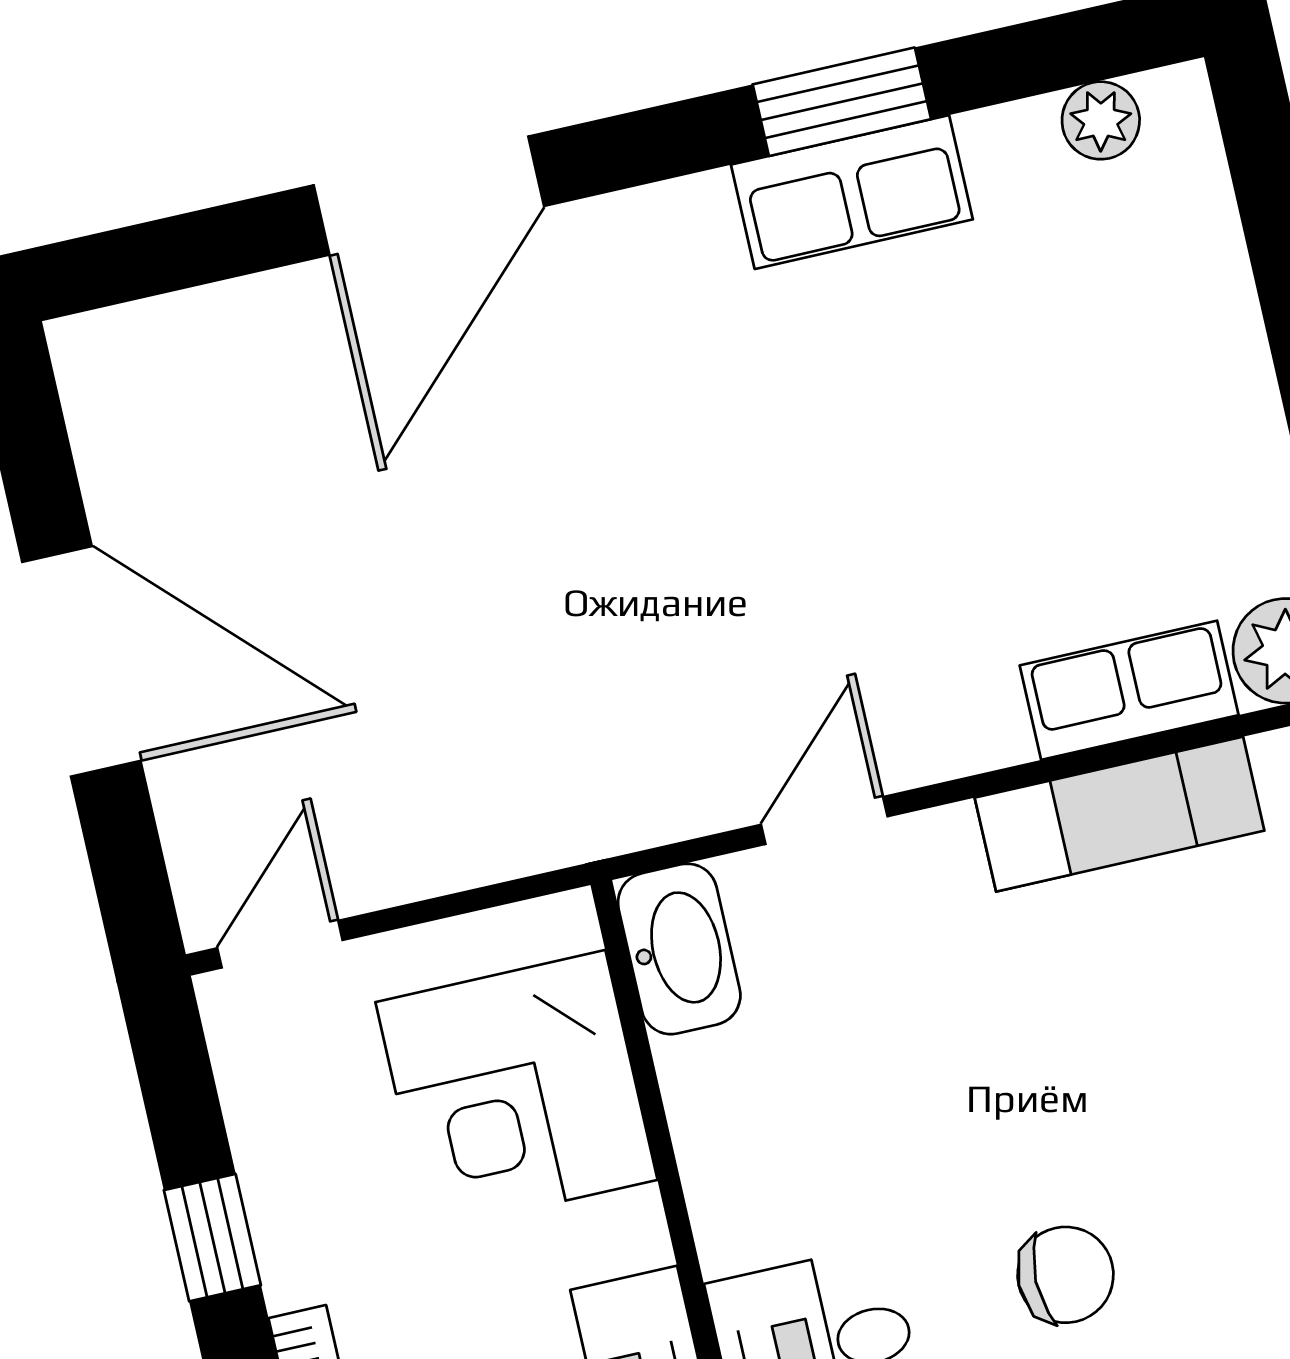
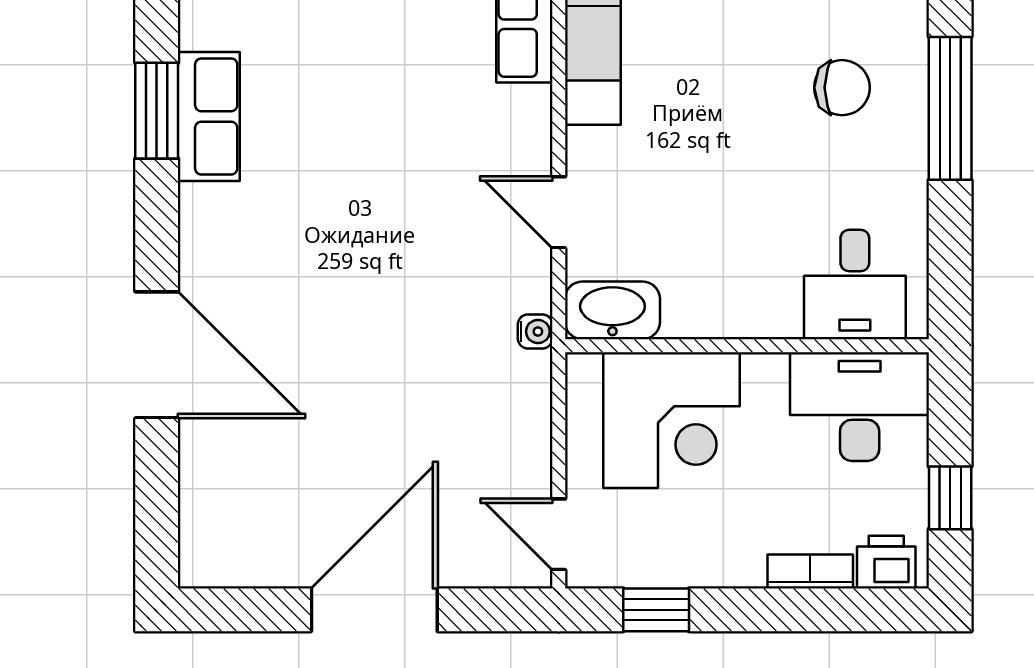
water cooler: (614, 826) -> (535, 331), added
window: (212, 1238) -> (656, 610), moved
chair: (1066, 1275) -> (842, 88), moved, turned 90

